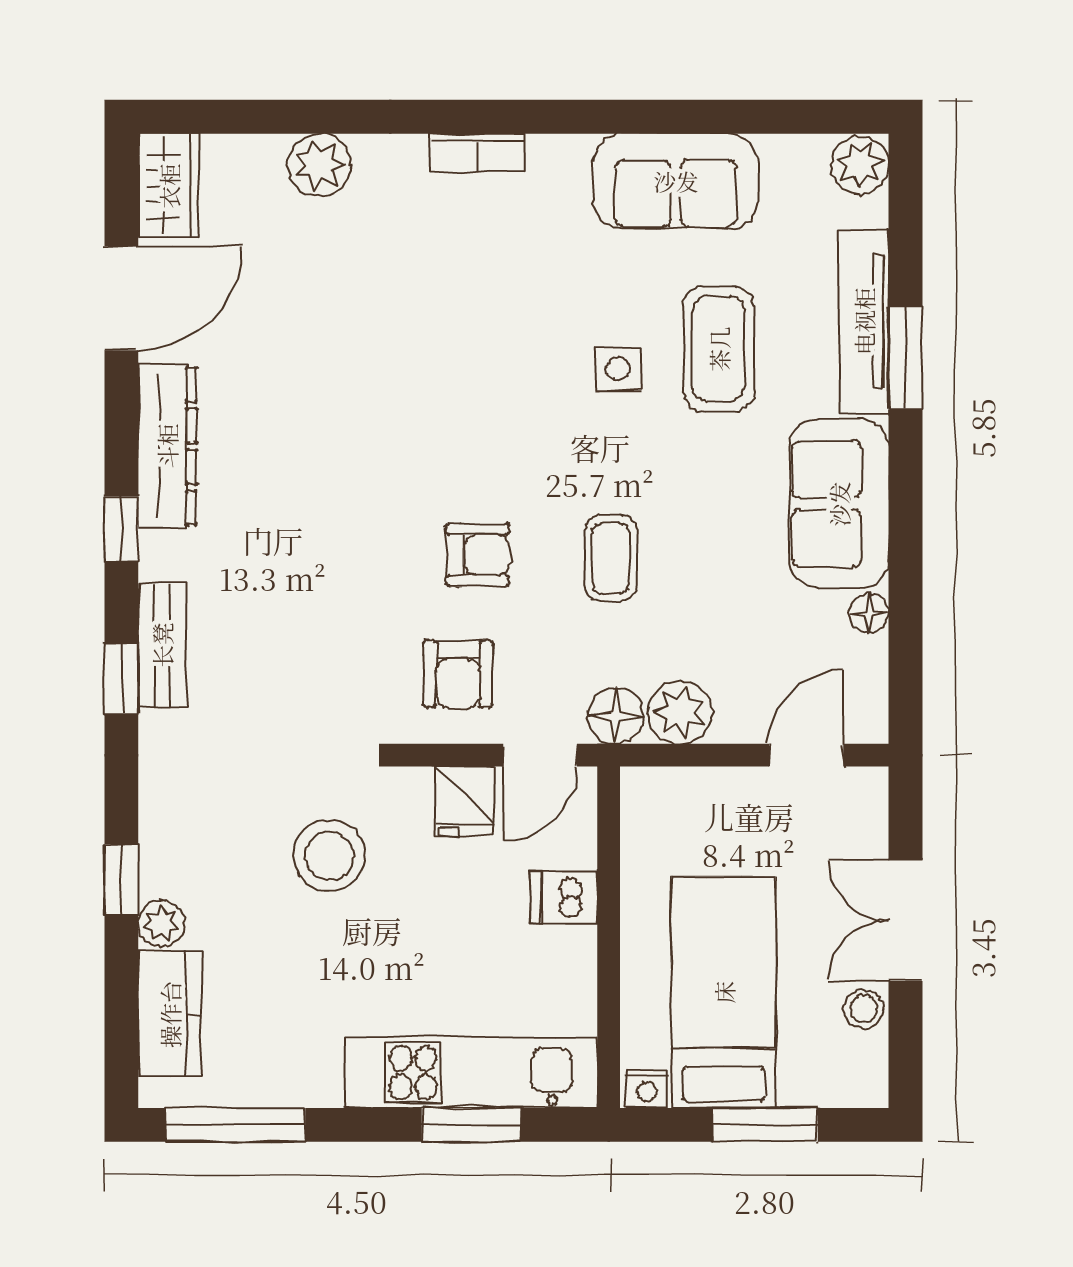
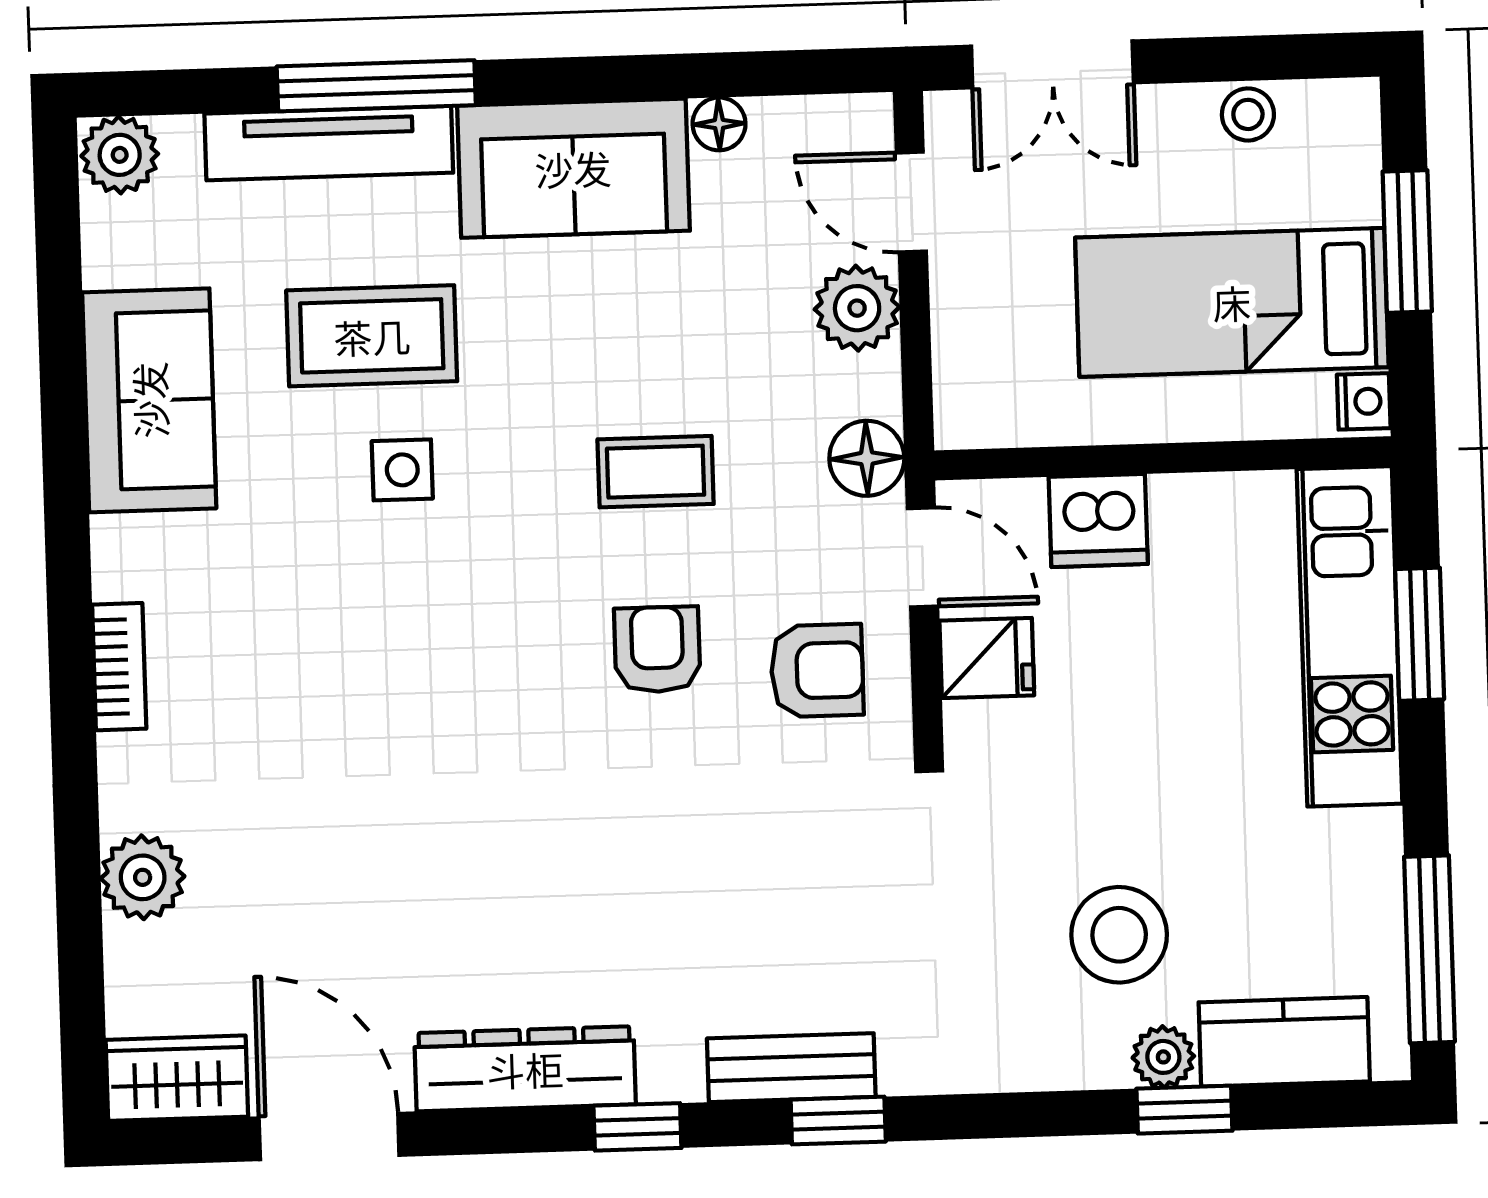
window: (905, 358) -> (376, 86), width x1.44
plant: (680, 712) -> (857, 308), moved
stool: (329, 855) -> (1119, 935), moved
window: (121, 880) -> (1184, 1110), moved
dishwasher: (564, 897) -> (1098, 520), width x1.38
double door: (905, 921) -> (1052, 64), moved

